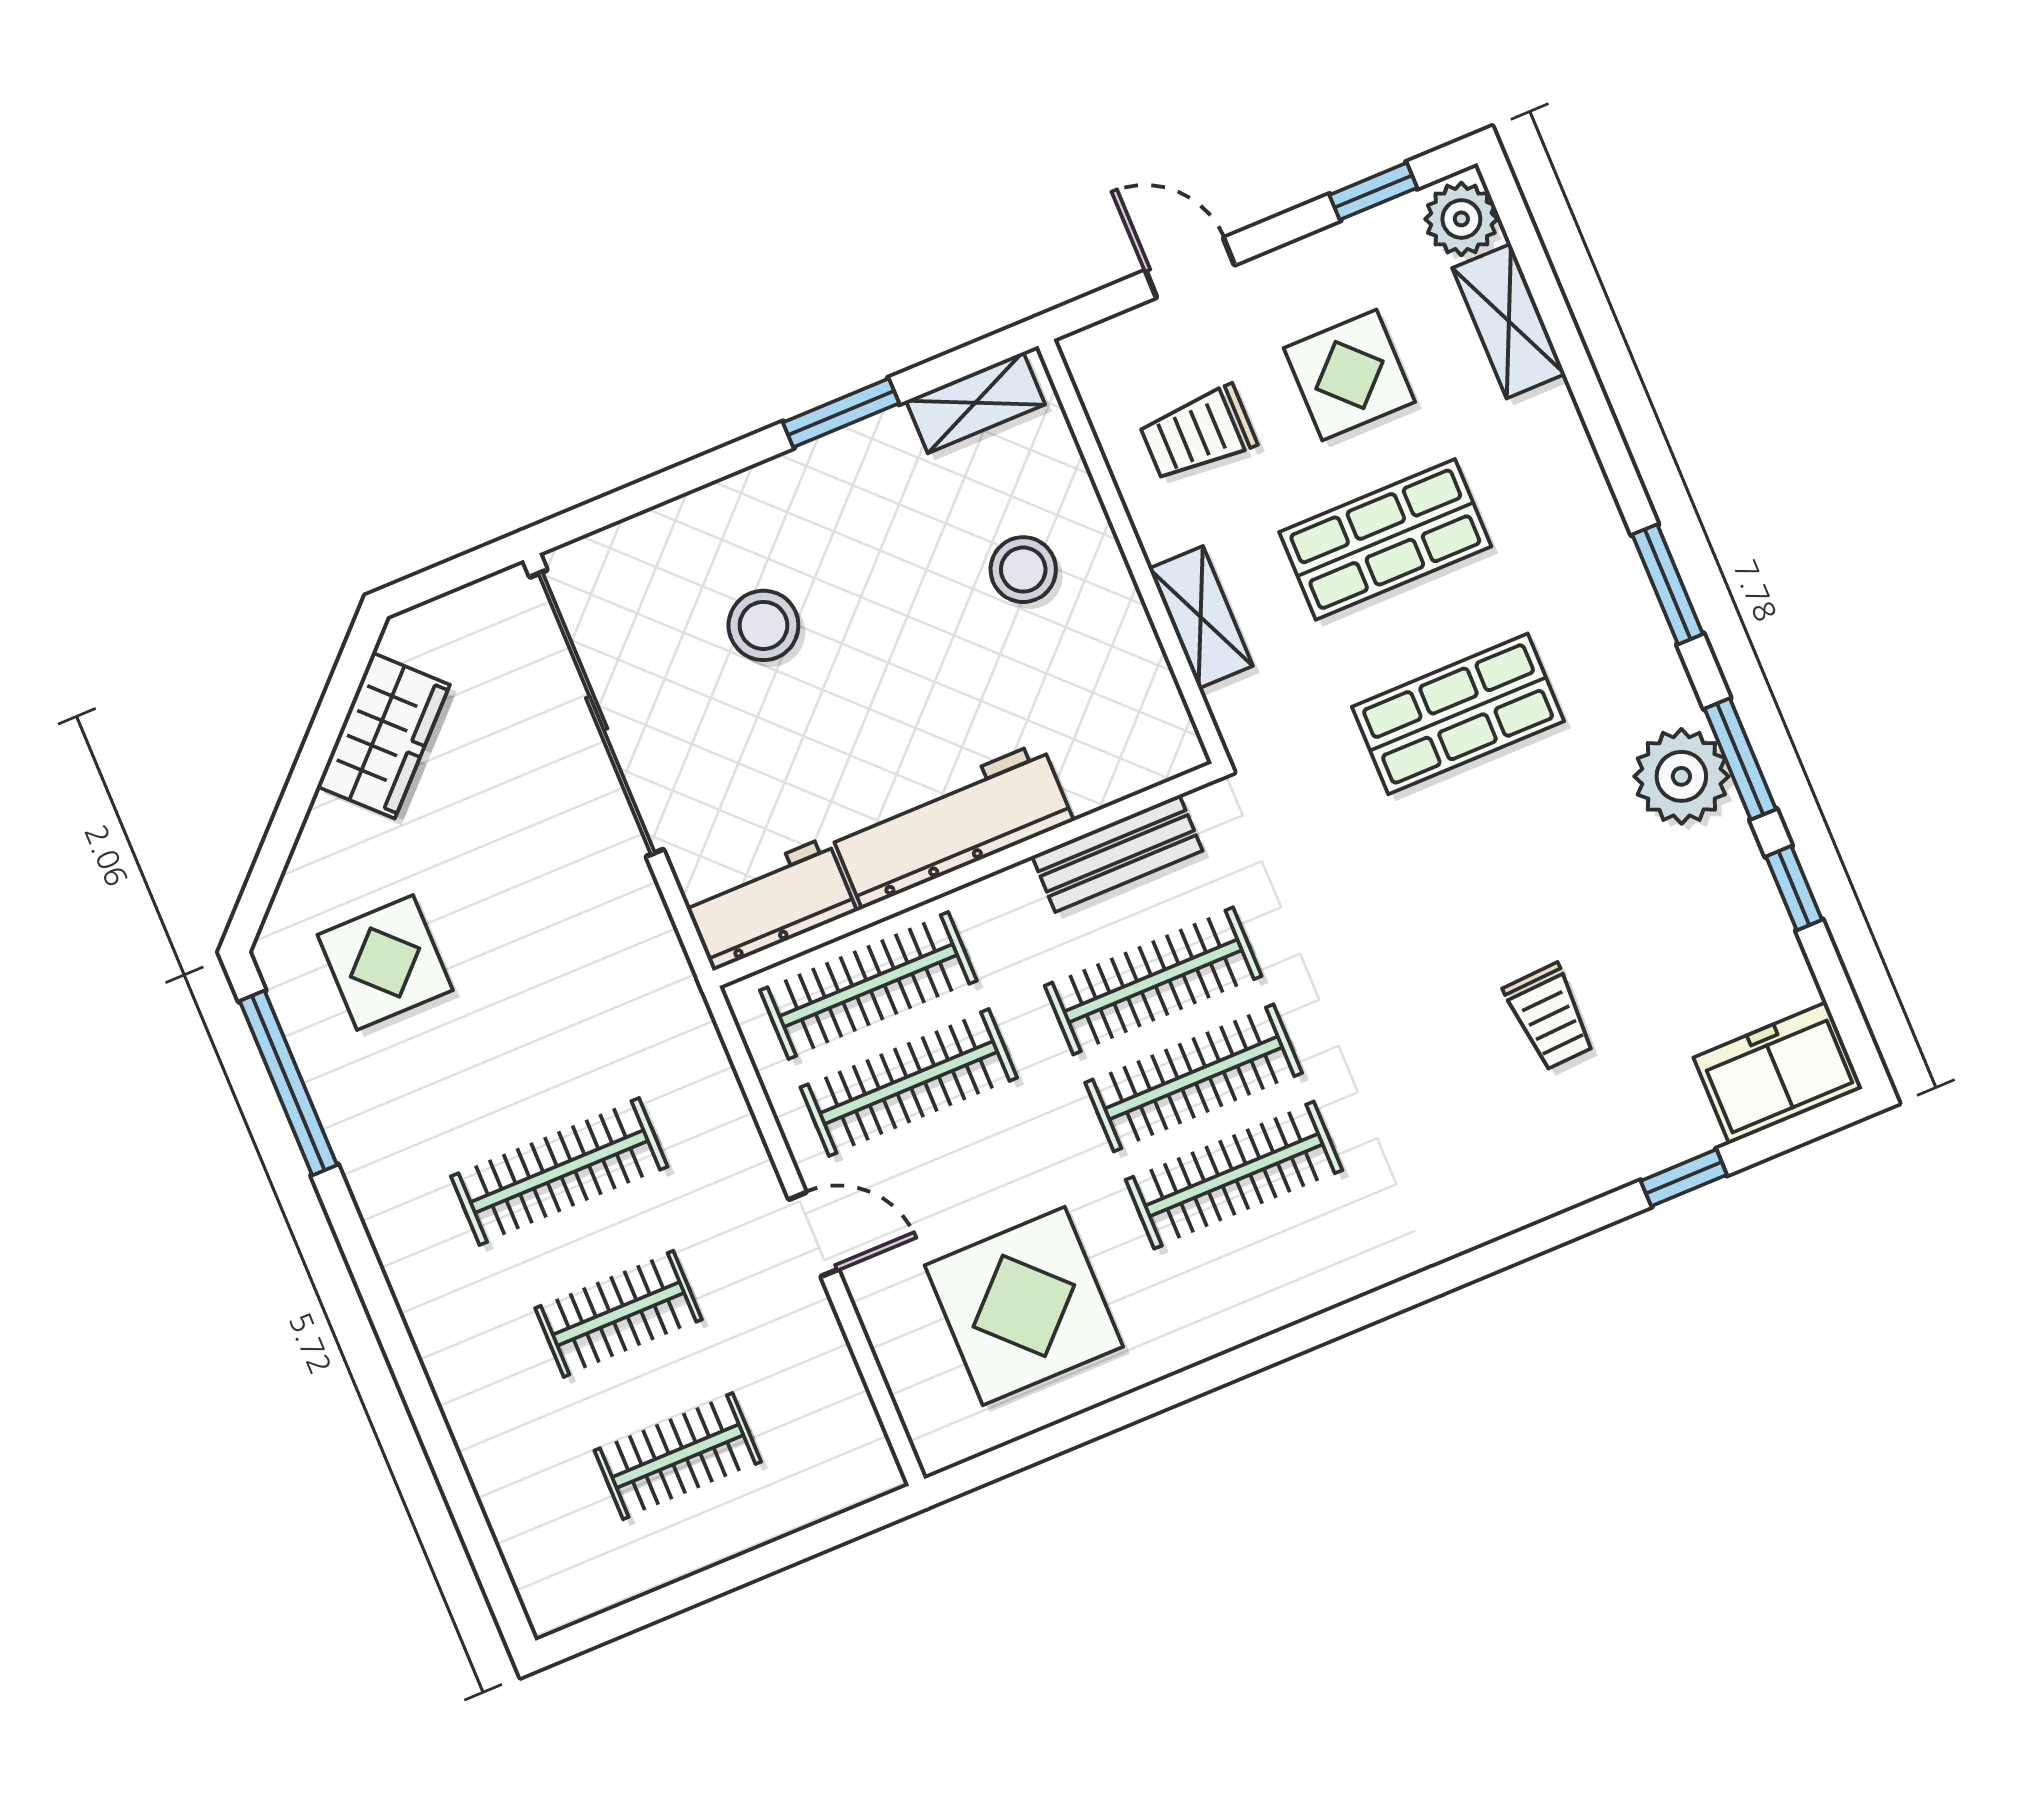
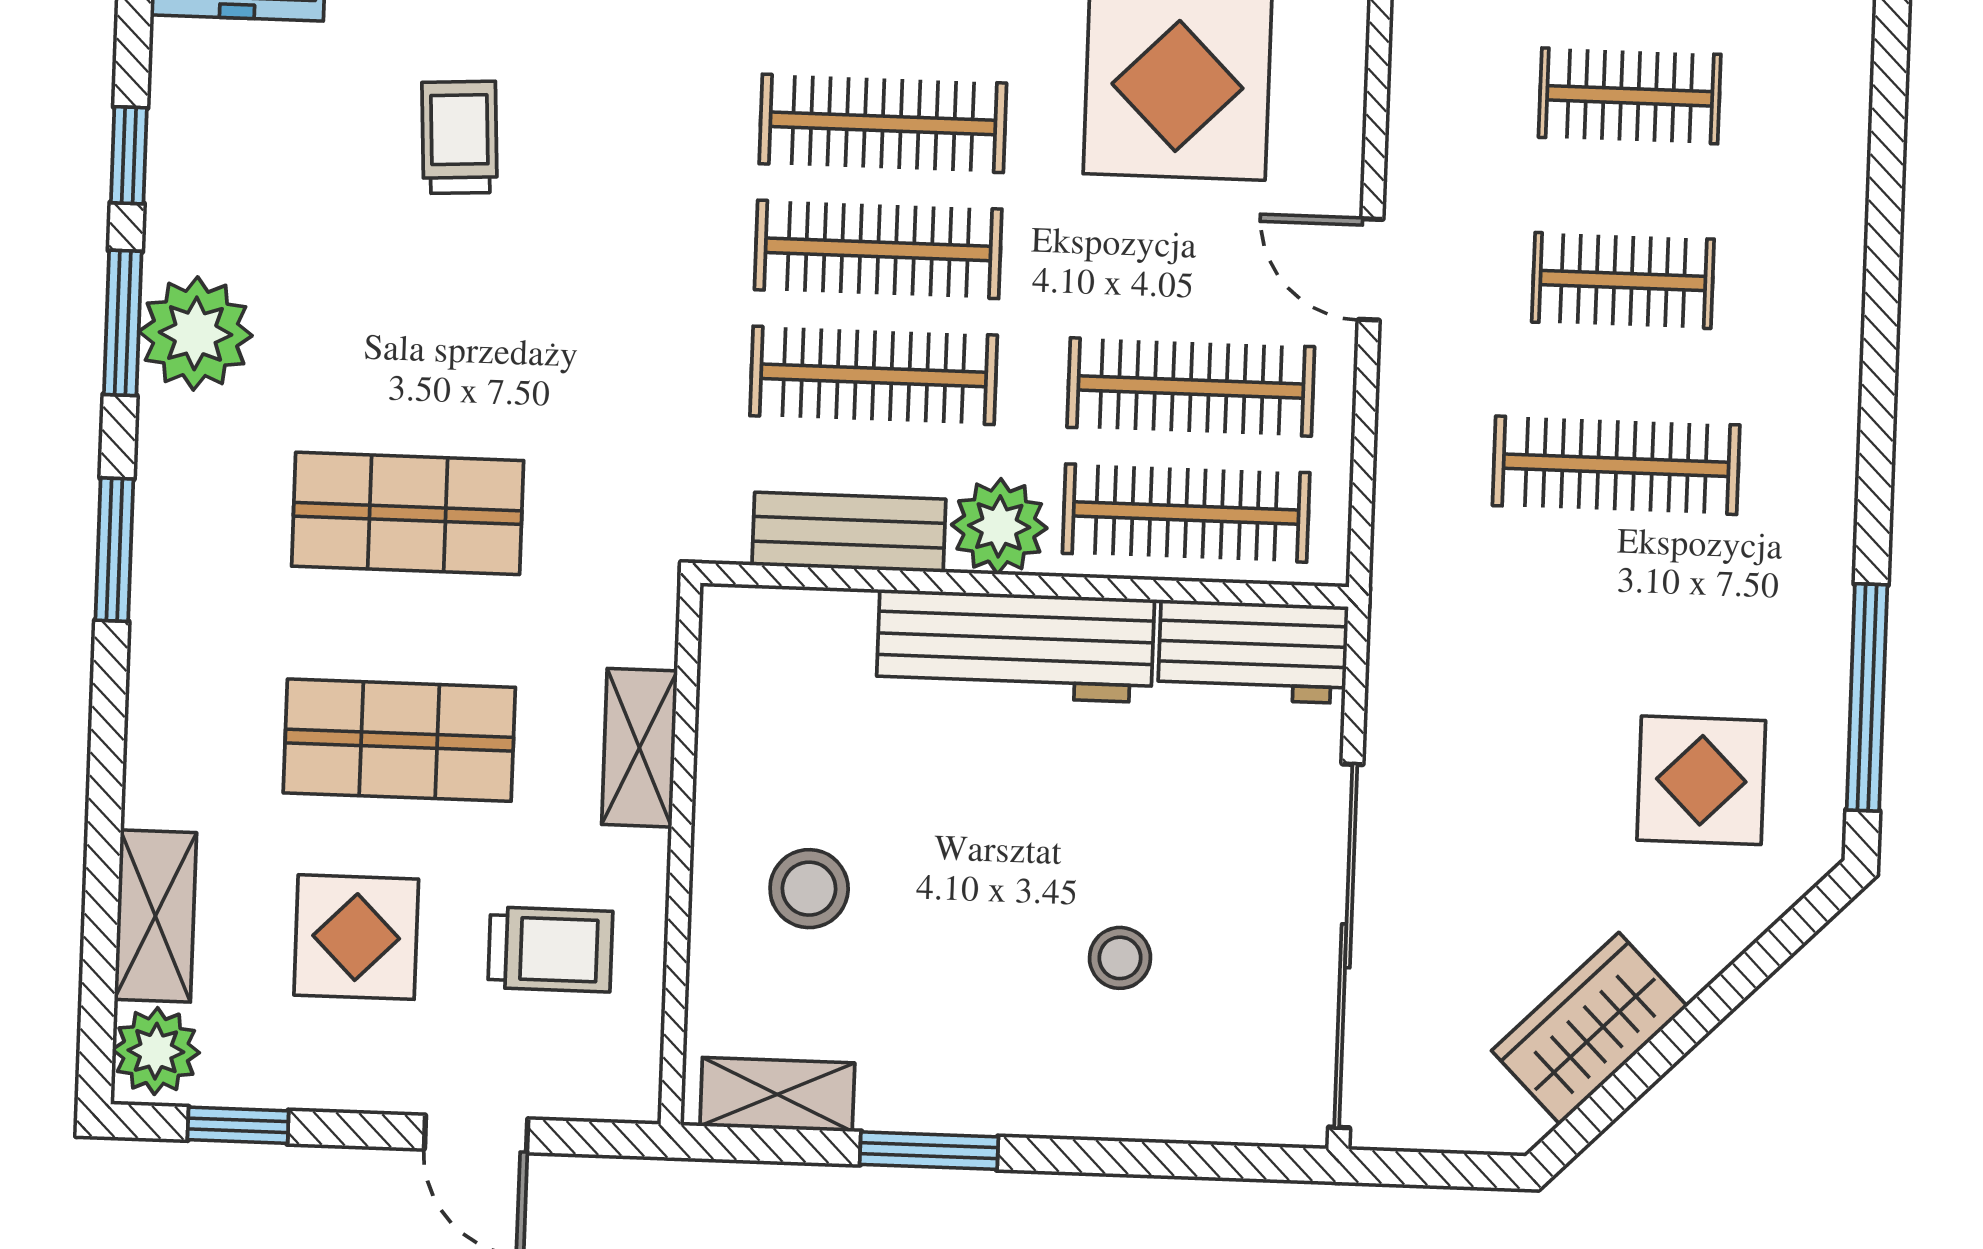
stool: (763, 625) -> (1120, 958), width x0.73, depth x0.73
plant: (1005, 910) -> (999, 526), added

